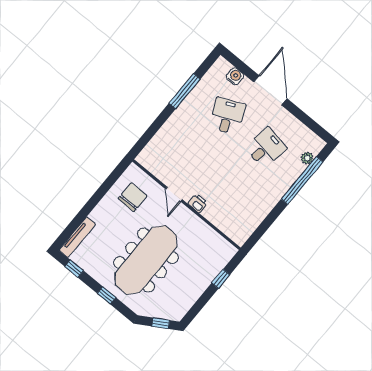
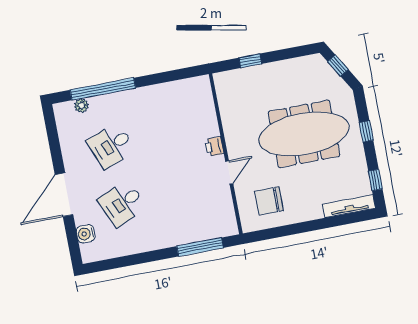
window: (185, 91) -> (200, 247), moved
desk: (266, 148) -> (111, 146), turned -30

